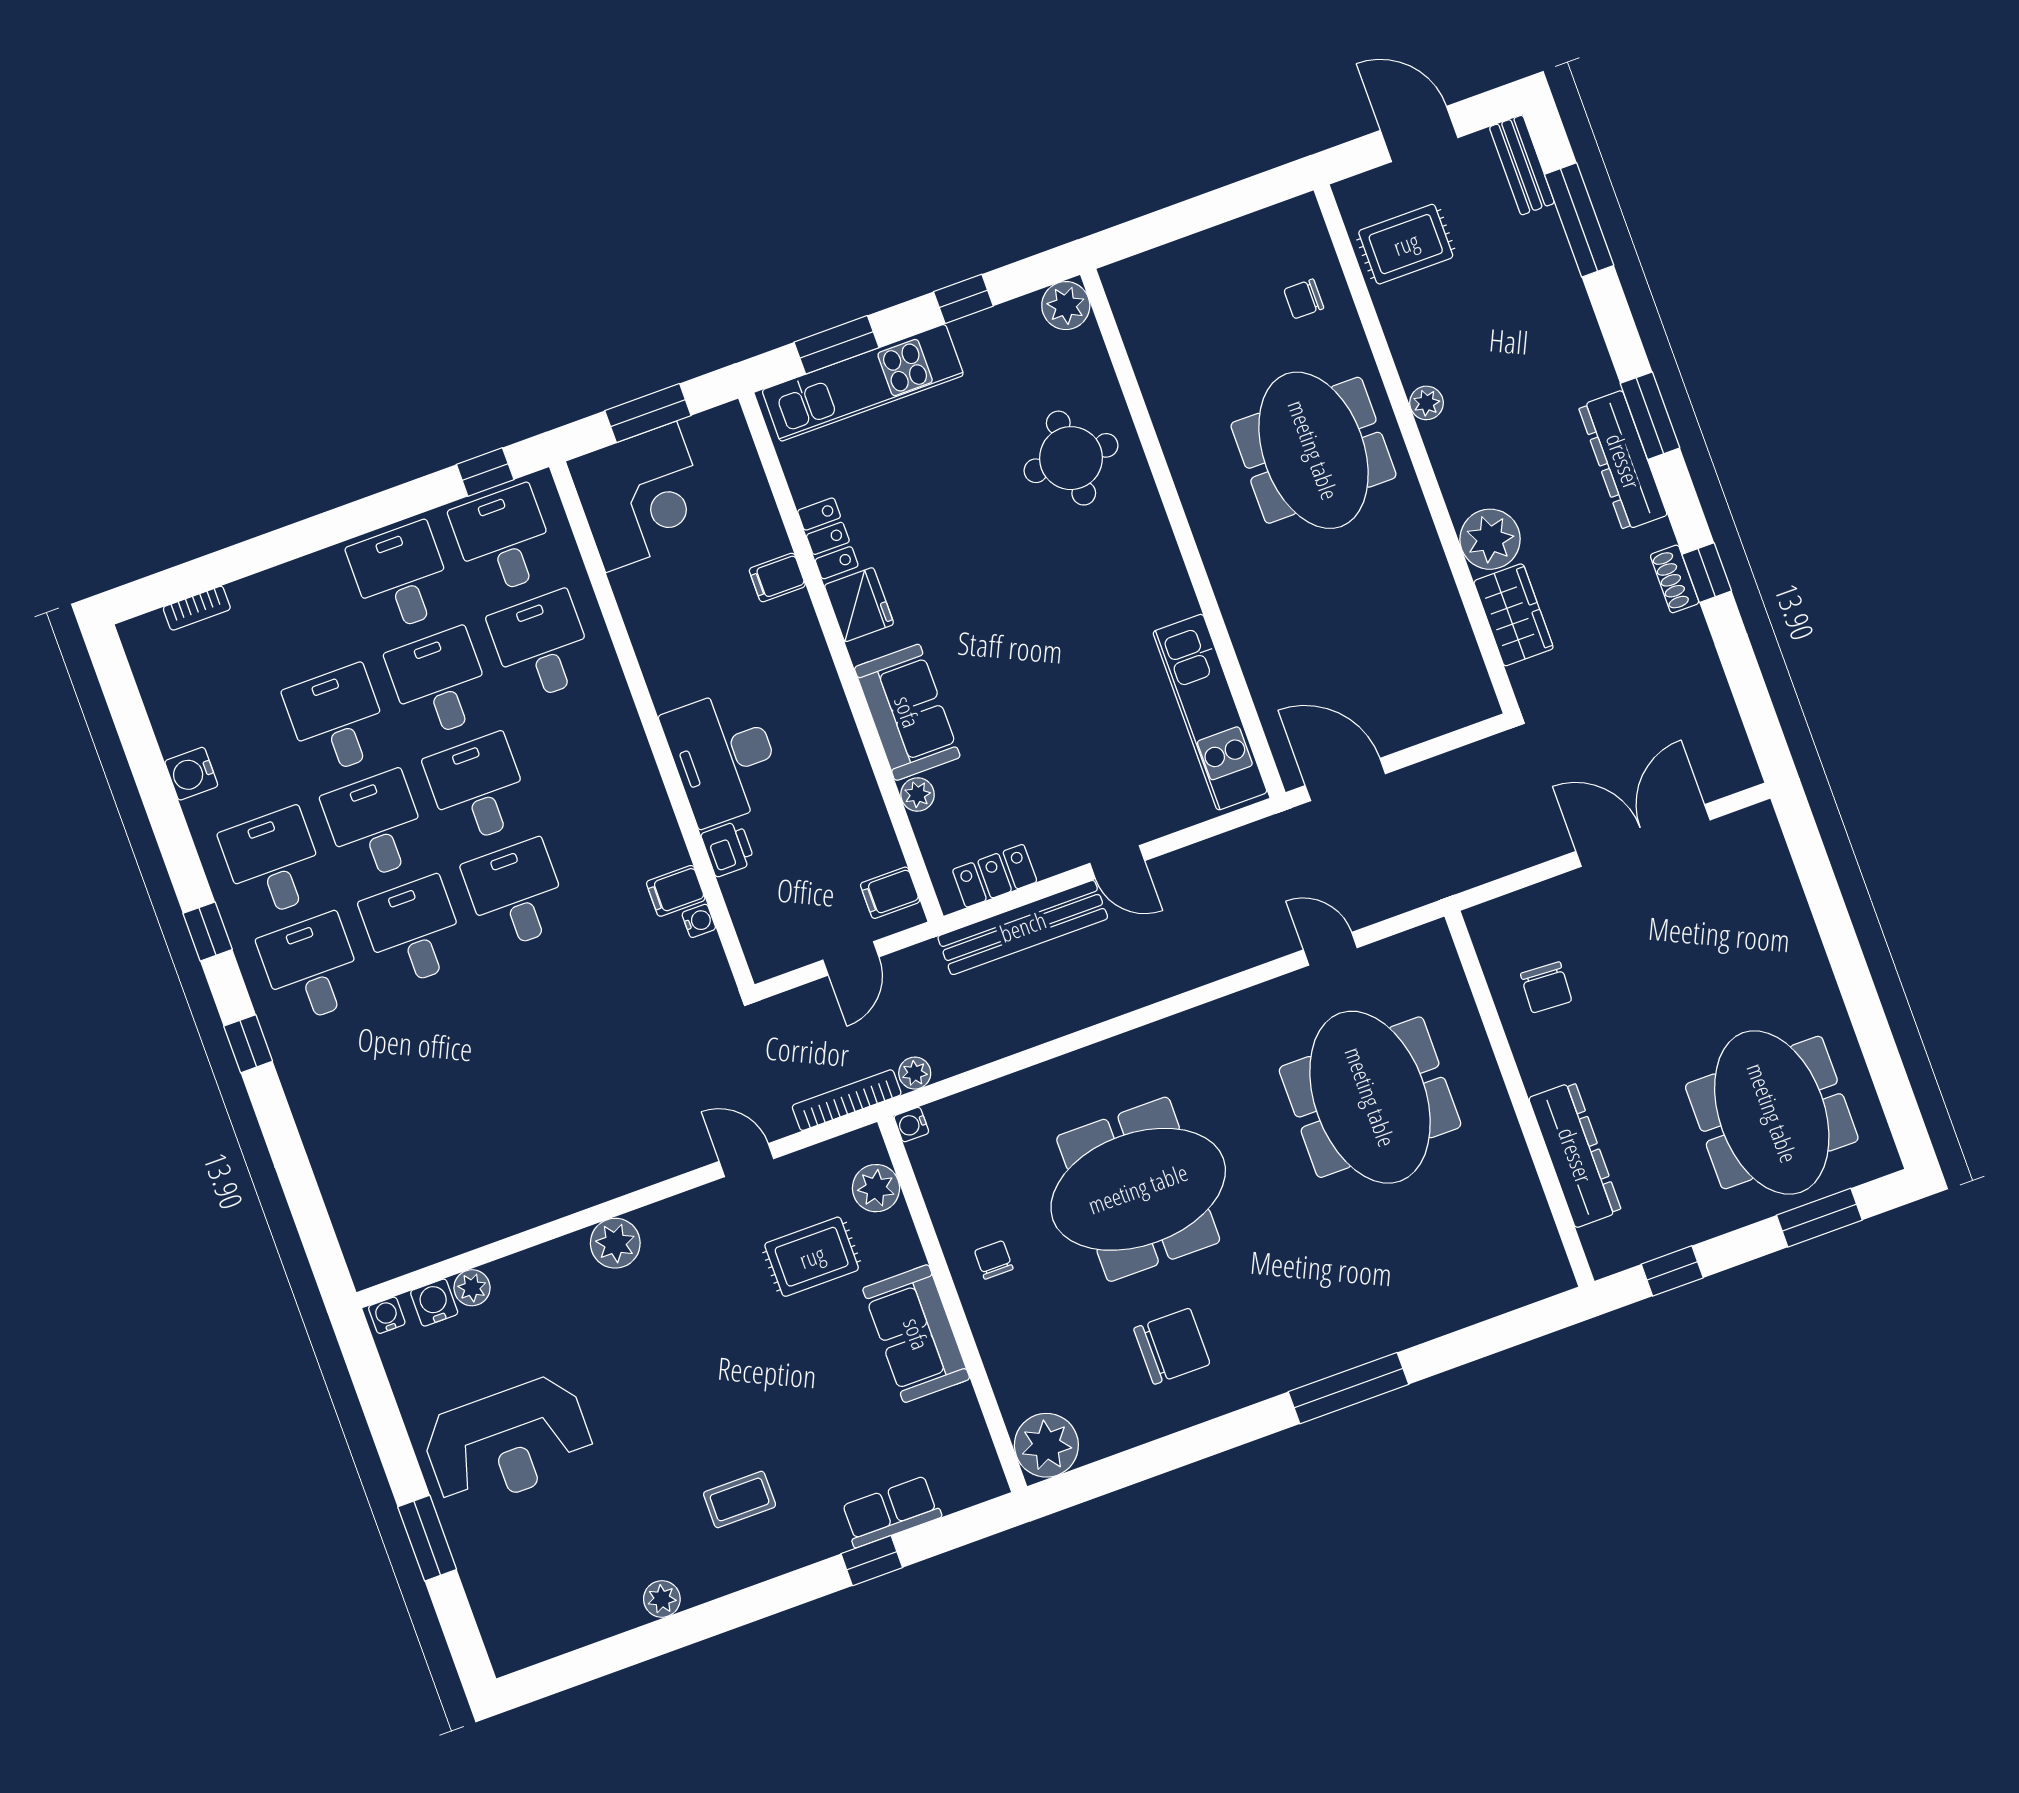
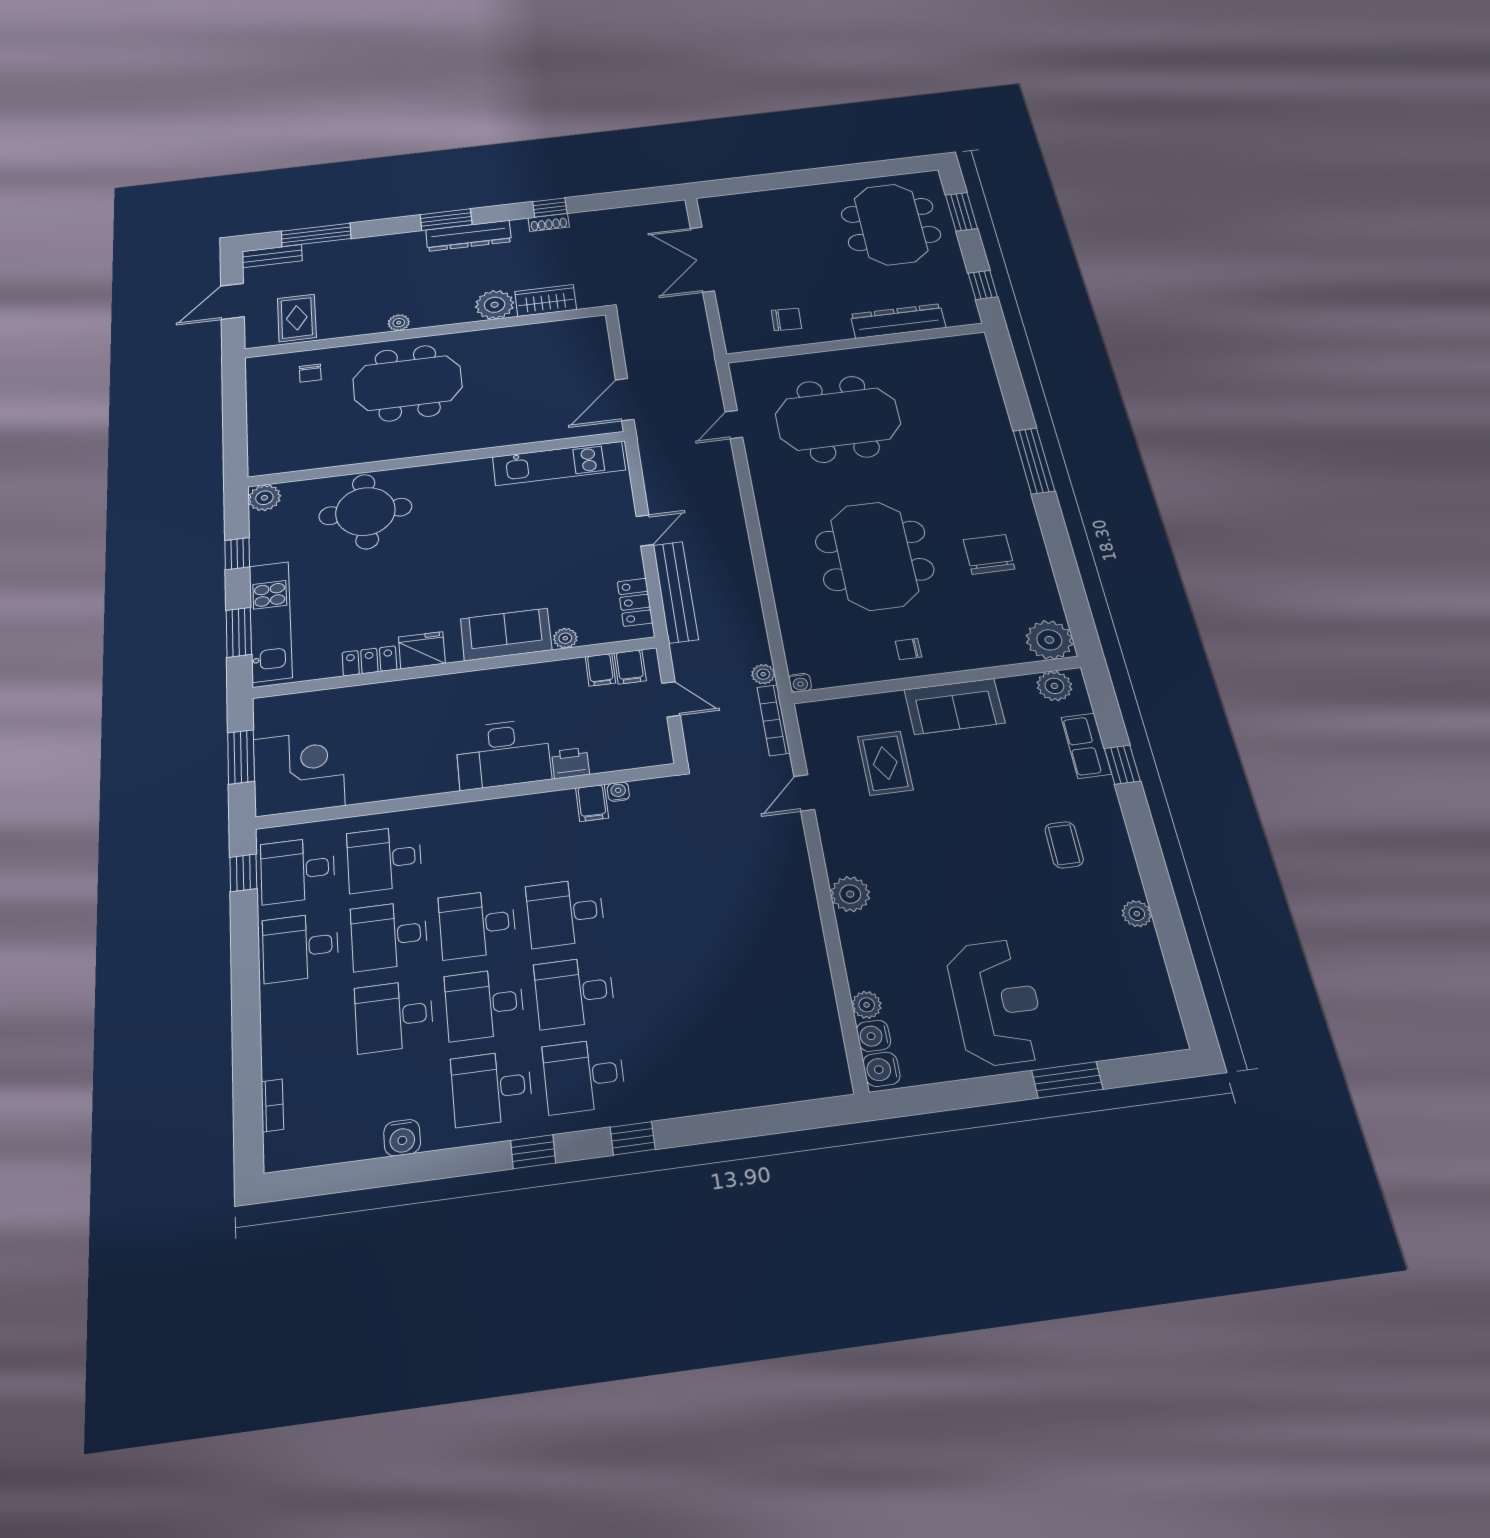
round table: (1071, 458) -> (365, 511), width x1.36, depth x1.36
filing cabinet: (777, 577) -> (600, 670), moved
meeting table: (1772, 1113) -> (891, 224), turned 90
plant: (876, 1188) -> (1054, 686), moved
water cooler: (387, 1315) -> (881, 1069), width x1.38, depth x1.38

